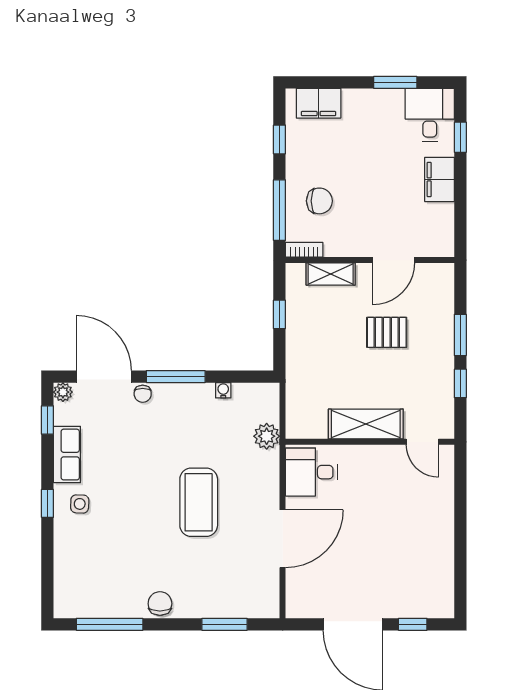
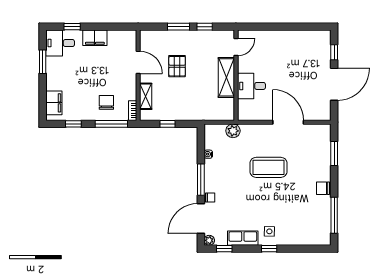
desk: (311, 472) -> (251, 86), moved, turned 90

